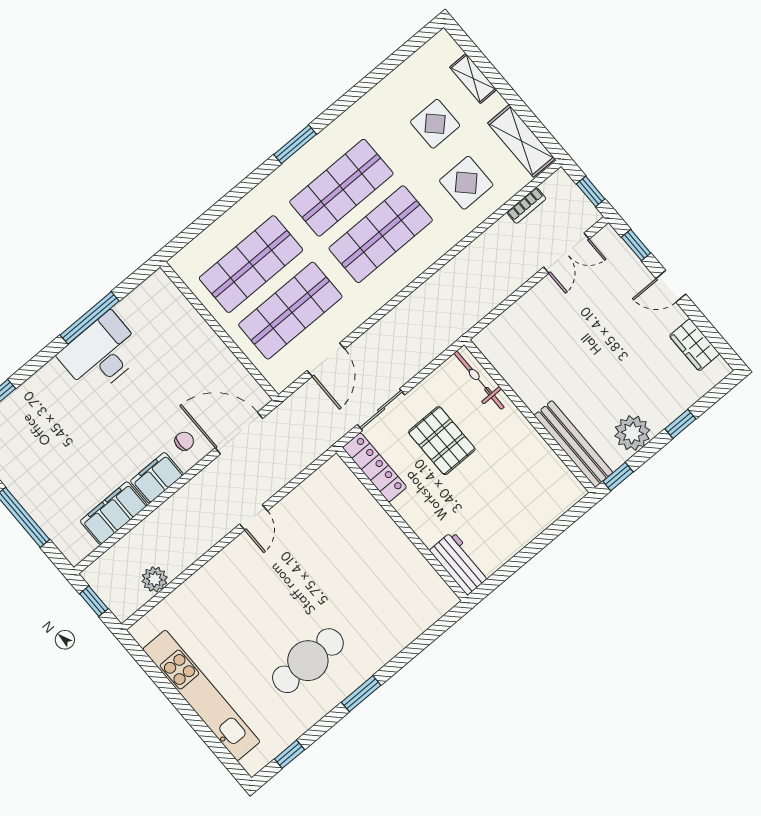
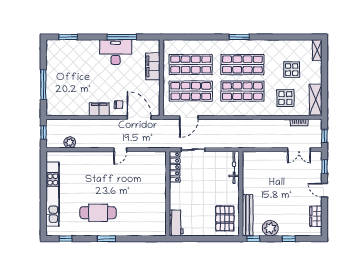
shelving: (473, 78) -> (317, 50), moved
pallet: (442, 441) -> (225, 218), moved
filing cabinet: (114, 513) -> (153, 66), moved, turned -90

